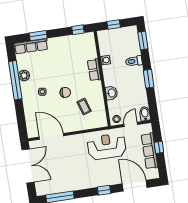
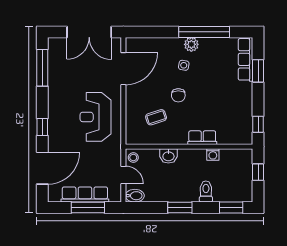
plant: (24, 75) -> (191, 44), moved
reception desk: (107, 146) -> (96, 117), moved, turned 180
window: (159, 147) -> (88, 208), width x2.17

